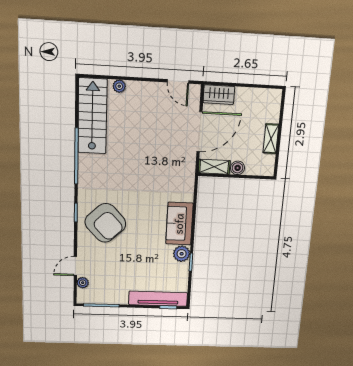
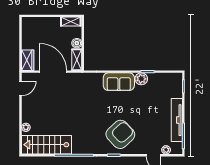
shelving: (271, 139) -> (71, 22), moved
tv unit: (158, 299) -> (177, 120), moved

